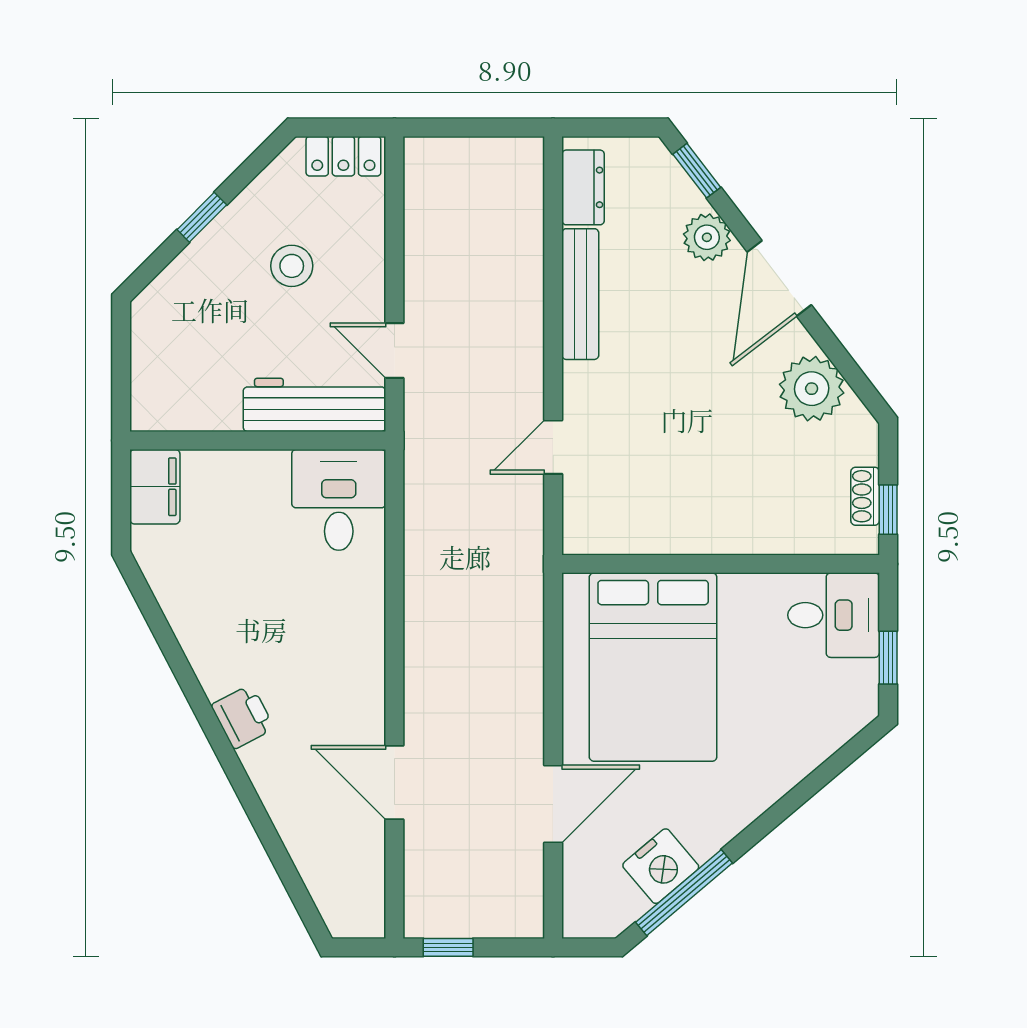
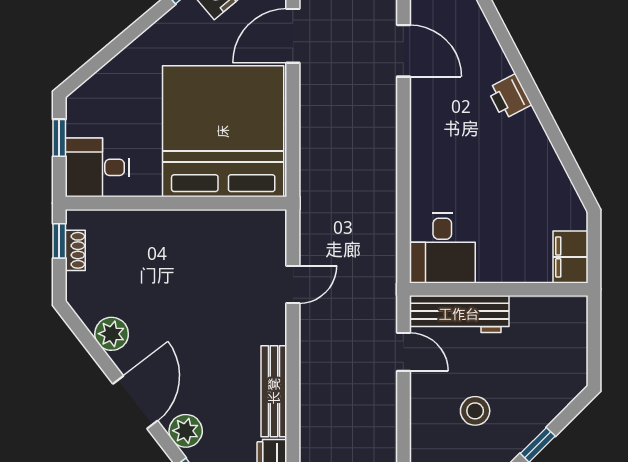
plant: (812, 389) -> (112, 334), width x0.73, depth x0.73
bed: (653, 667) -> (223, 131), width x1.36

